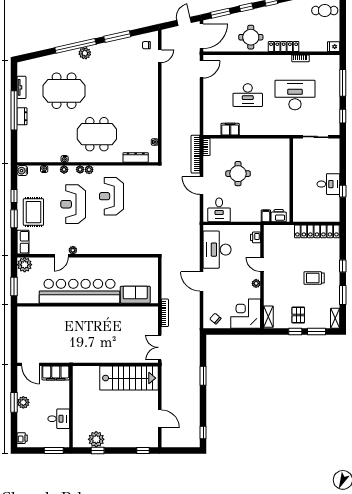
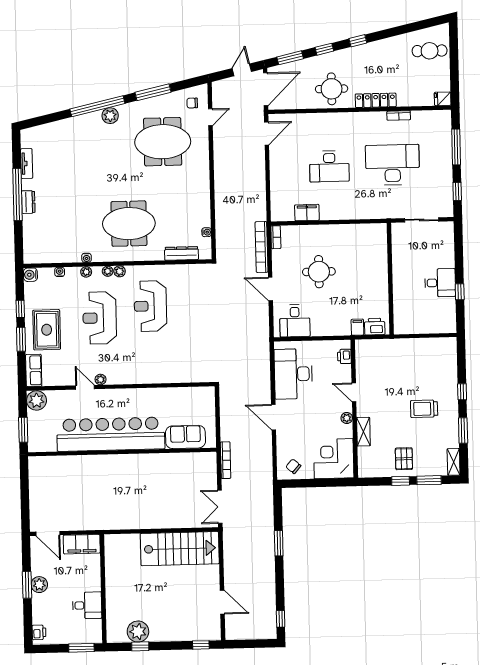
meeting table: (64, 91) -> (163, 142), moved
locker: (317, 231) -> (426, 346), removed
door: (61, 256) -> (85, 387), swing flipped
shelving: (268, 317) -> (363, 432), moved

